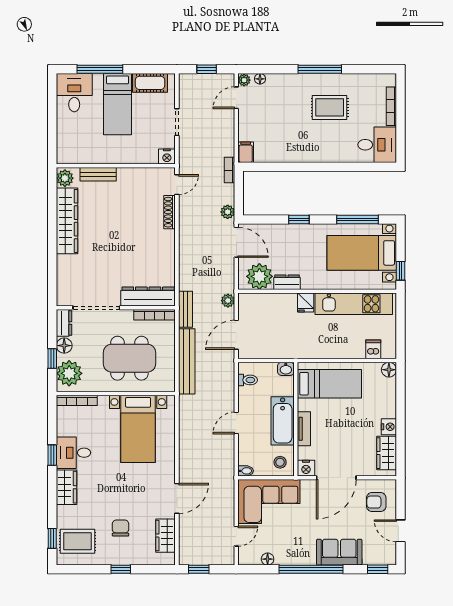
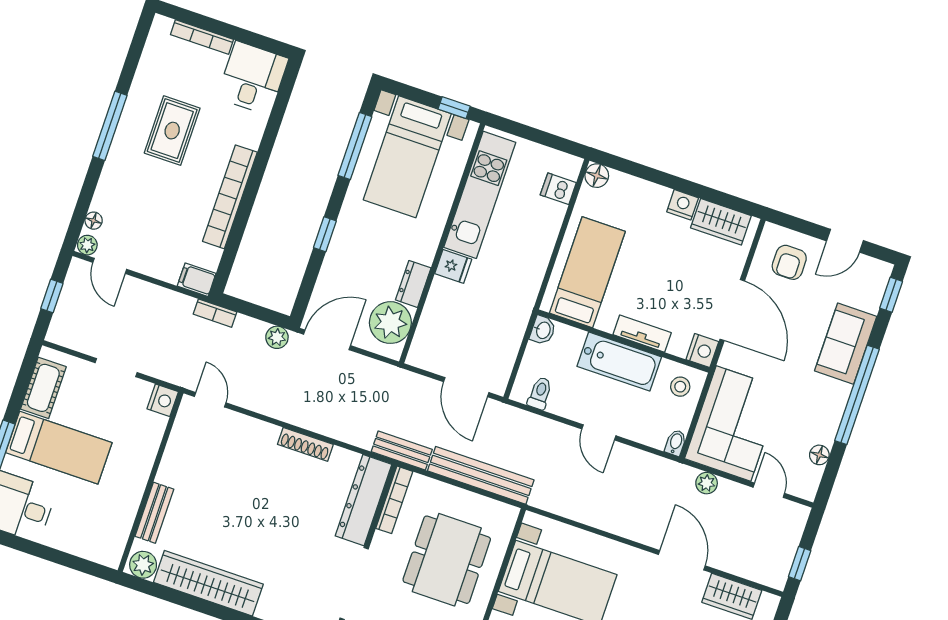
bookcase: (302, 155) -> (230, 197), added
shoe rack: (170, 212) -> (305, 444), moved
plant: (228, 301) -> (707, 483), moved

